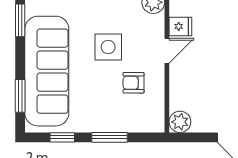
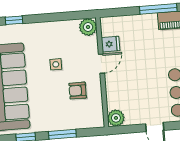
side table: (108, 47) -> (56, 64), width x0.54, depth x0.54

